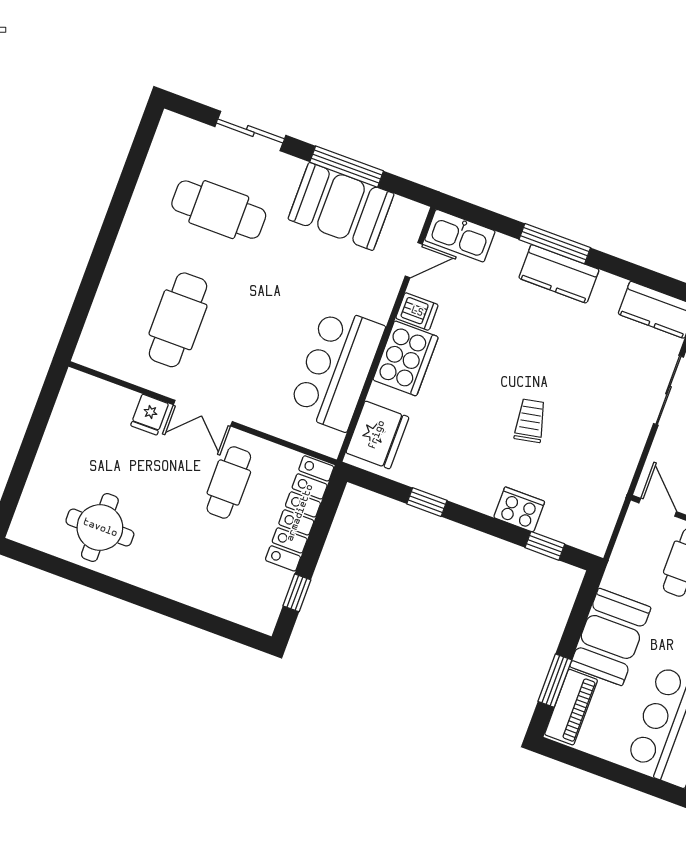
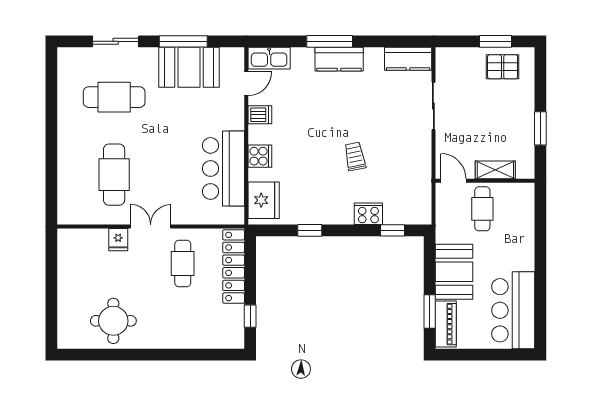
cooker: (405, 358) -> (260, 156), width x0.53, depth x0.76
double door: (203, 413) -> (151, 227), swing flipped

